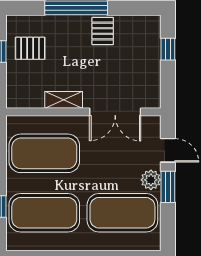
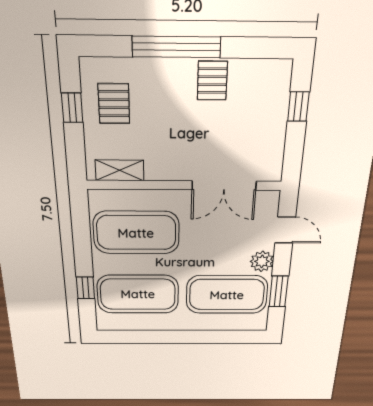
pallet: (30, 48) -> (114, 104), turned 90
shelving: (64, 100) -> (120, 170), moved
window: (168, 187) -> (279, 291), moved

